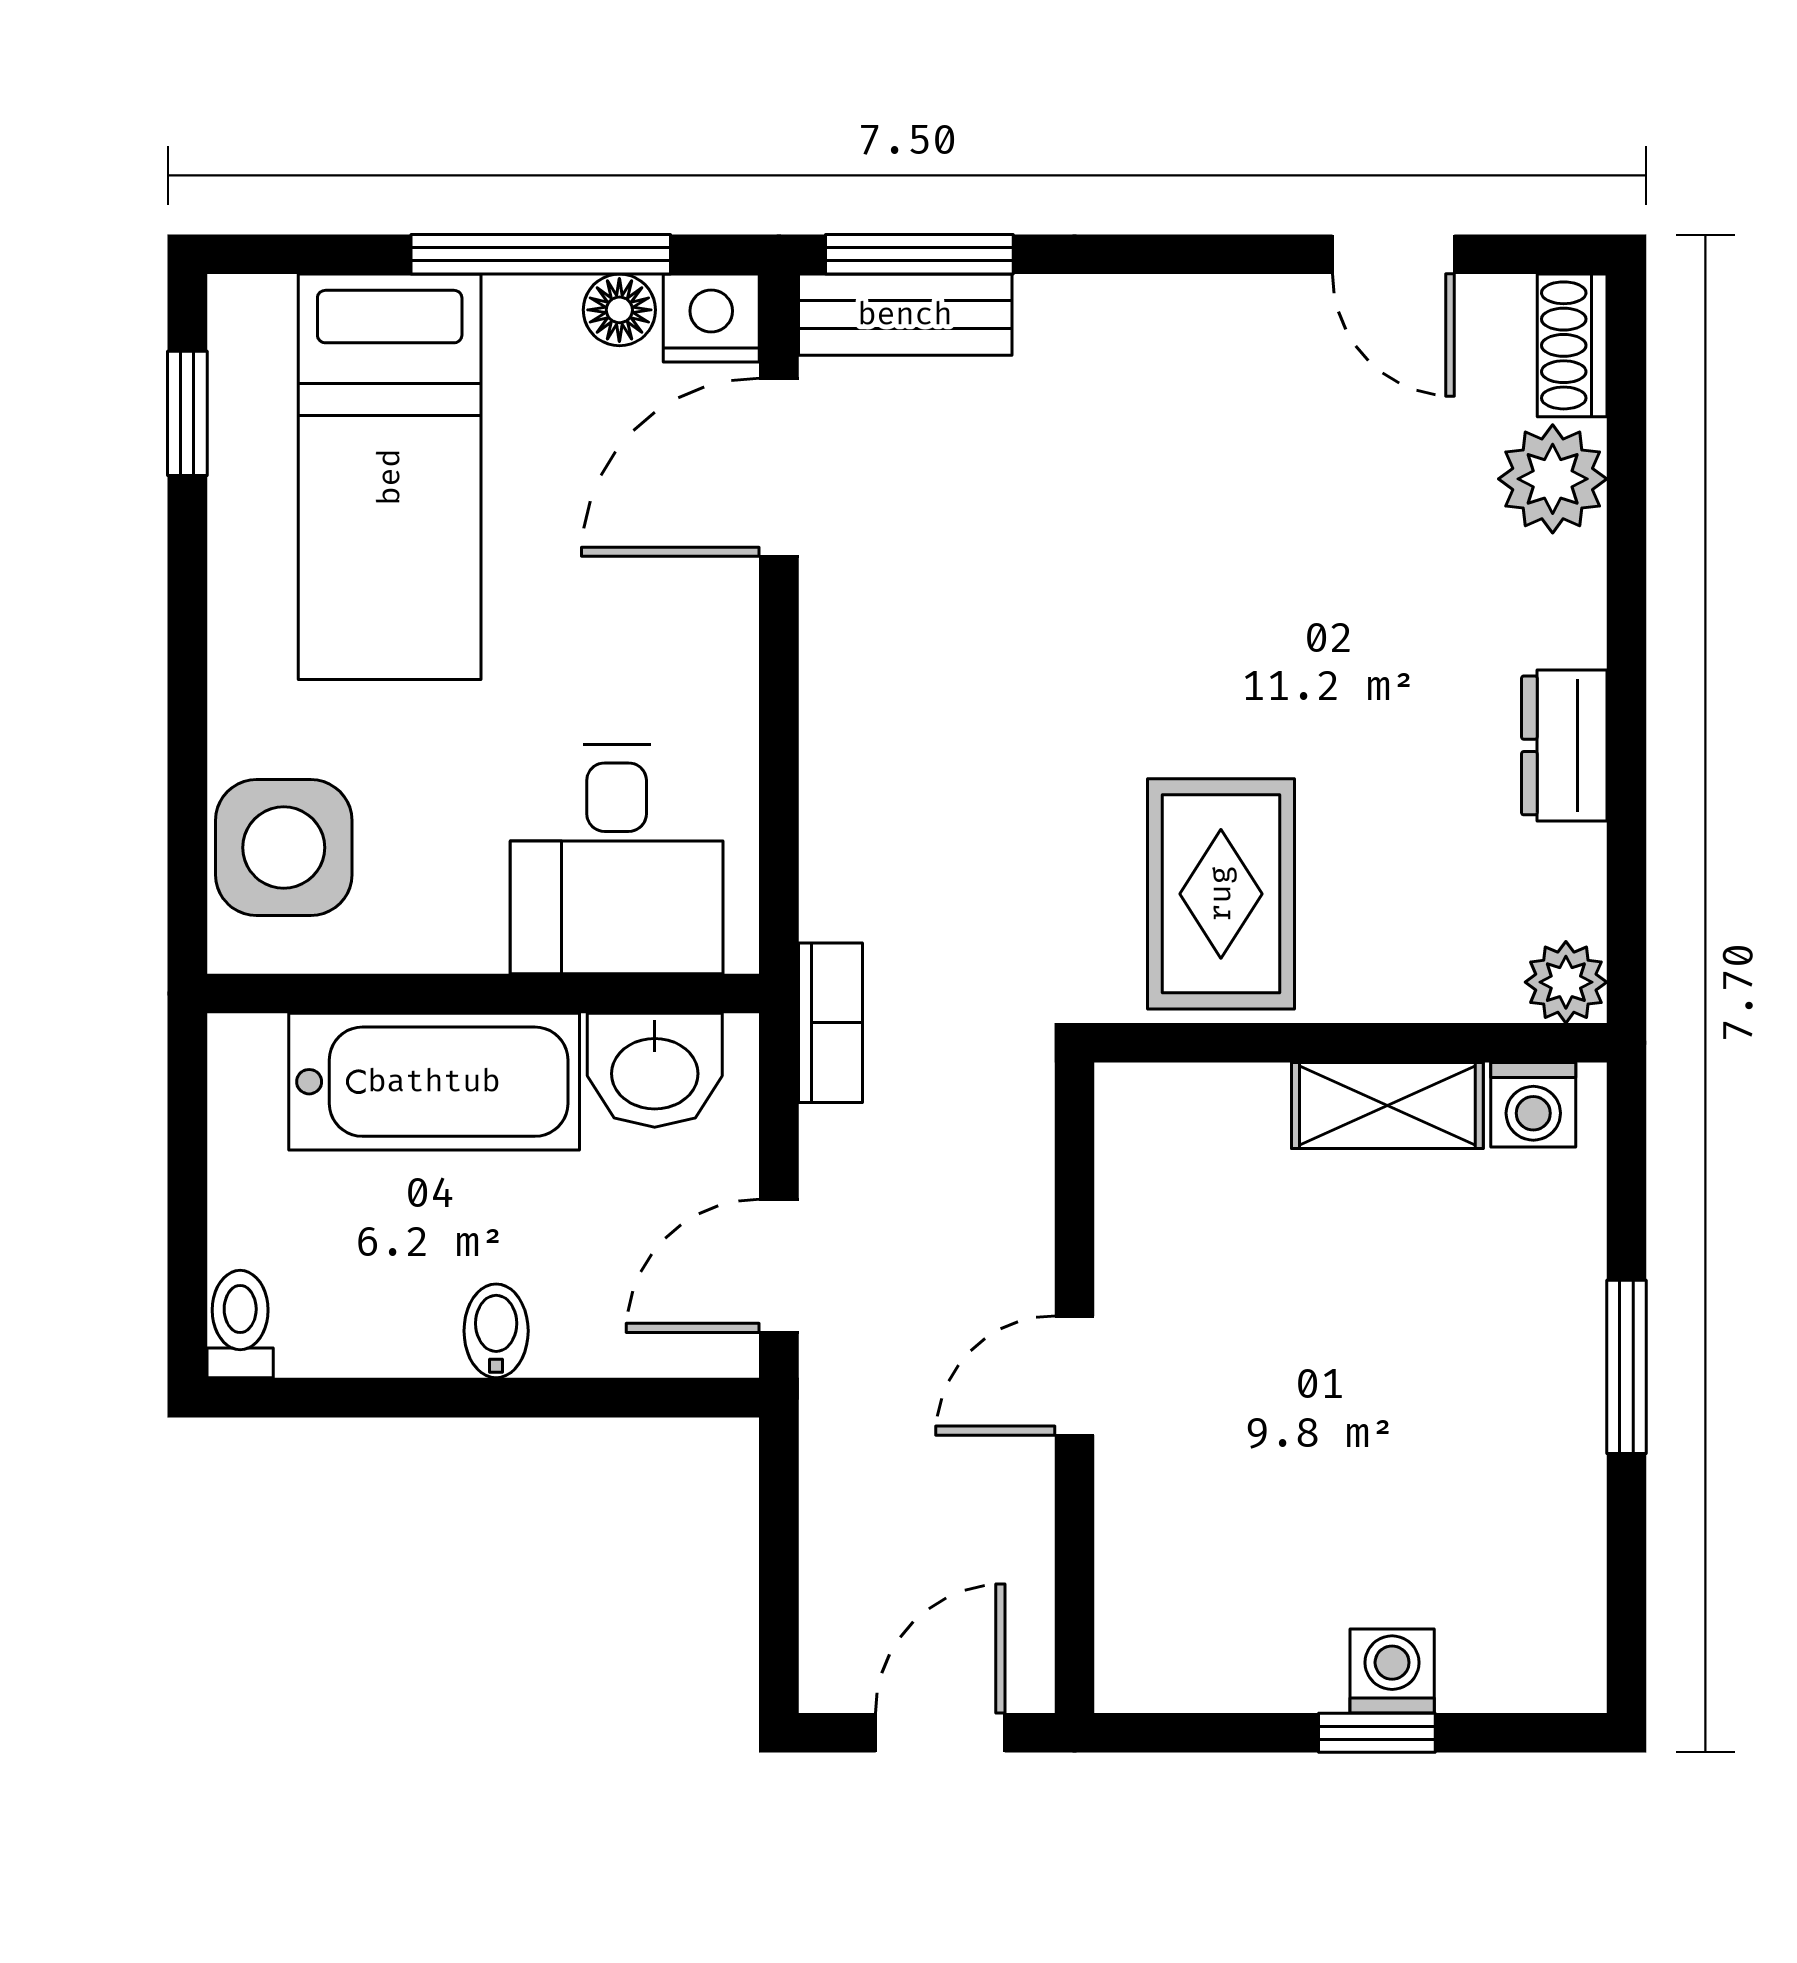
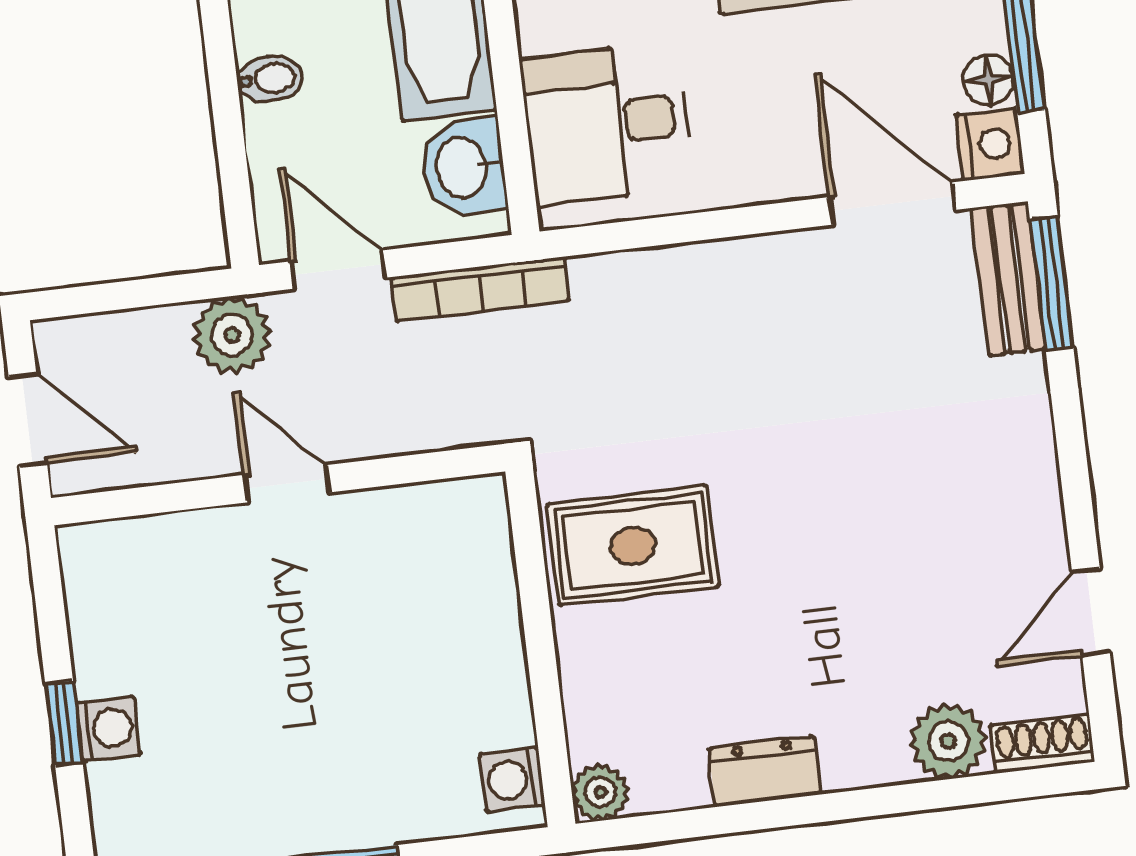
bookcase: (830, 1023) -> (480, 289), width x1.56
shelving: (1387, 1106) -> (500, 678), removed
plant: (854, 1428) -> (232, 335), added

